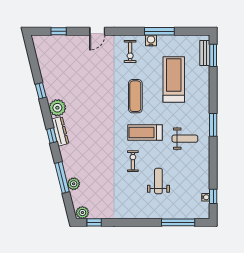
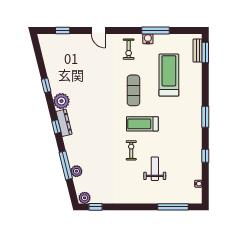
door: (97, 31) -> (98, 30), hinge flipped
weight bench: (185, 139) -> (179, 130), removed
window: (213, 196) -> (205, 156), moved

